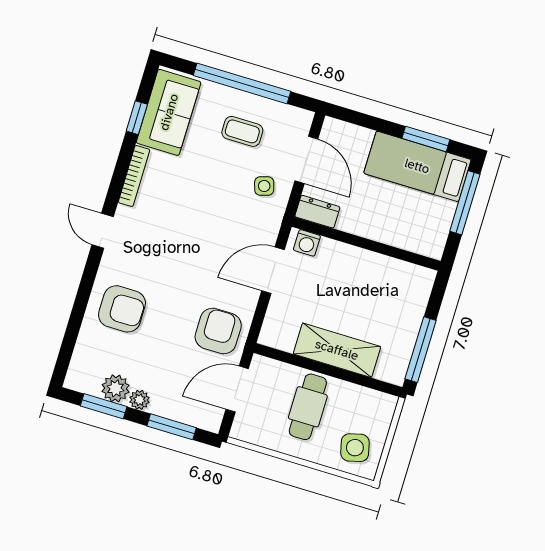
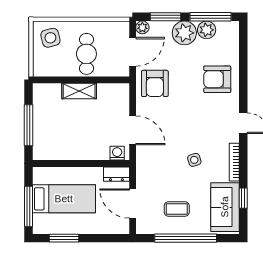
bed: (417, 166) -> (64, 199), moved
side table: (264, 186) -> (194, 160), moved
door: (273, 270) -> (133, 130), hinge flipped
shelving: (337, 350) -> (79, 91), width x0.67, depth x0.75
window: (421, 350) -> (29, 125), moved
plant: (139, 400) -> (184, 33), width x1.88, depth x1.88
window: (104, 406) -> (210, 17), width x1.44
plant: (211, 421) -> (142, 27), added

